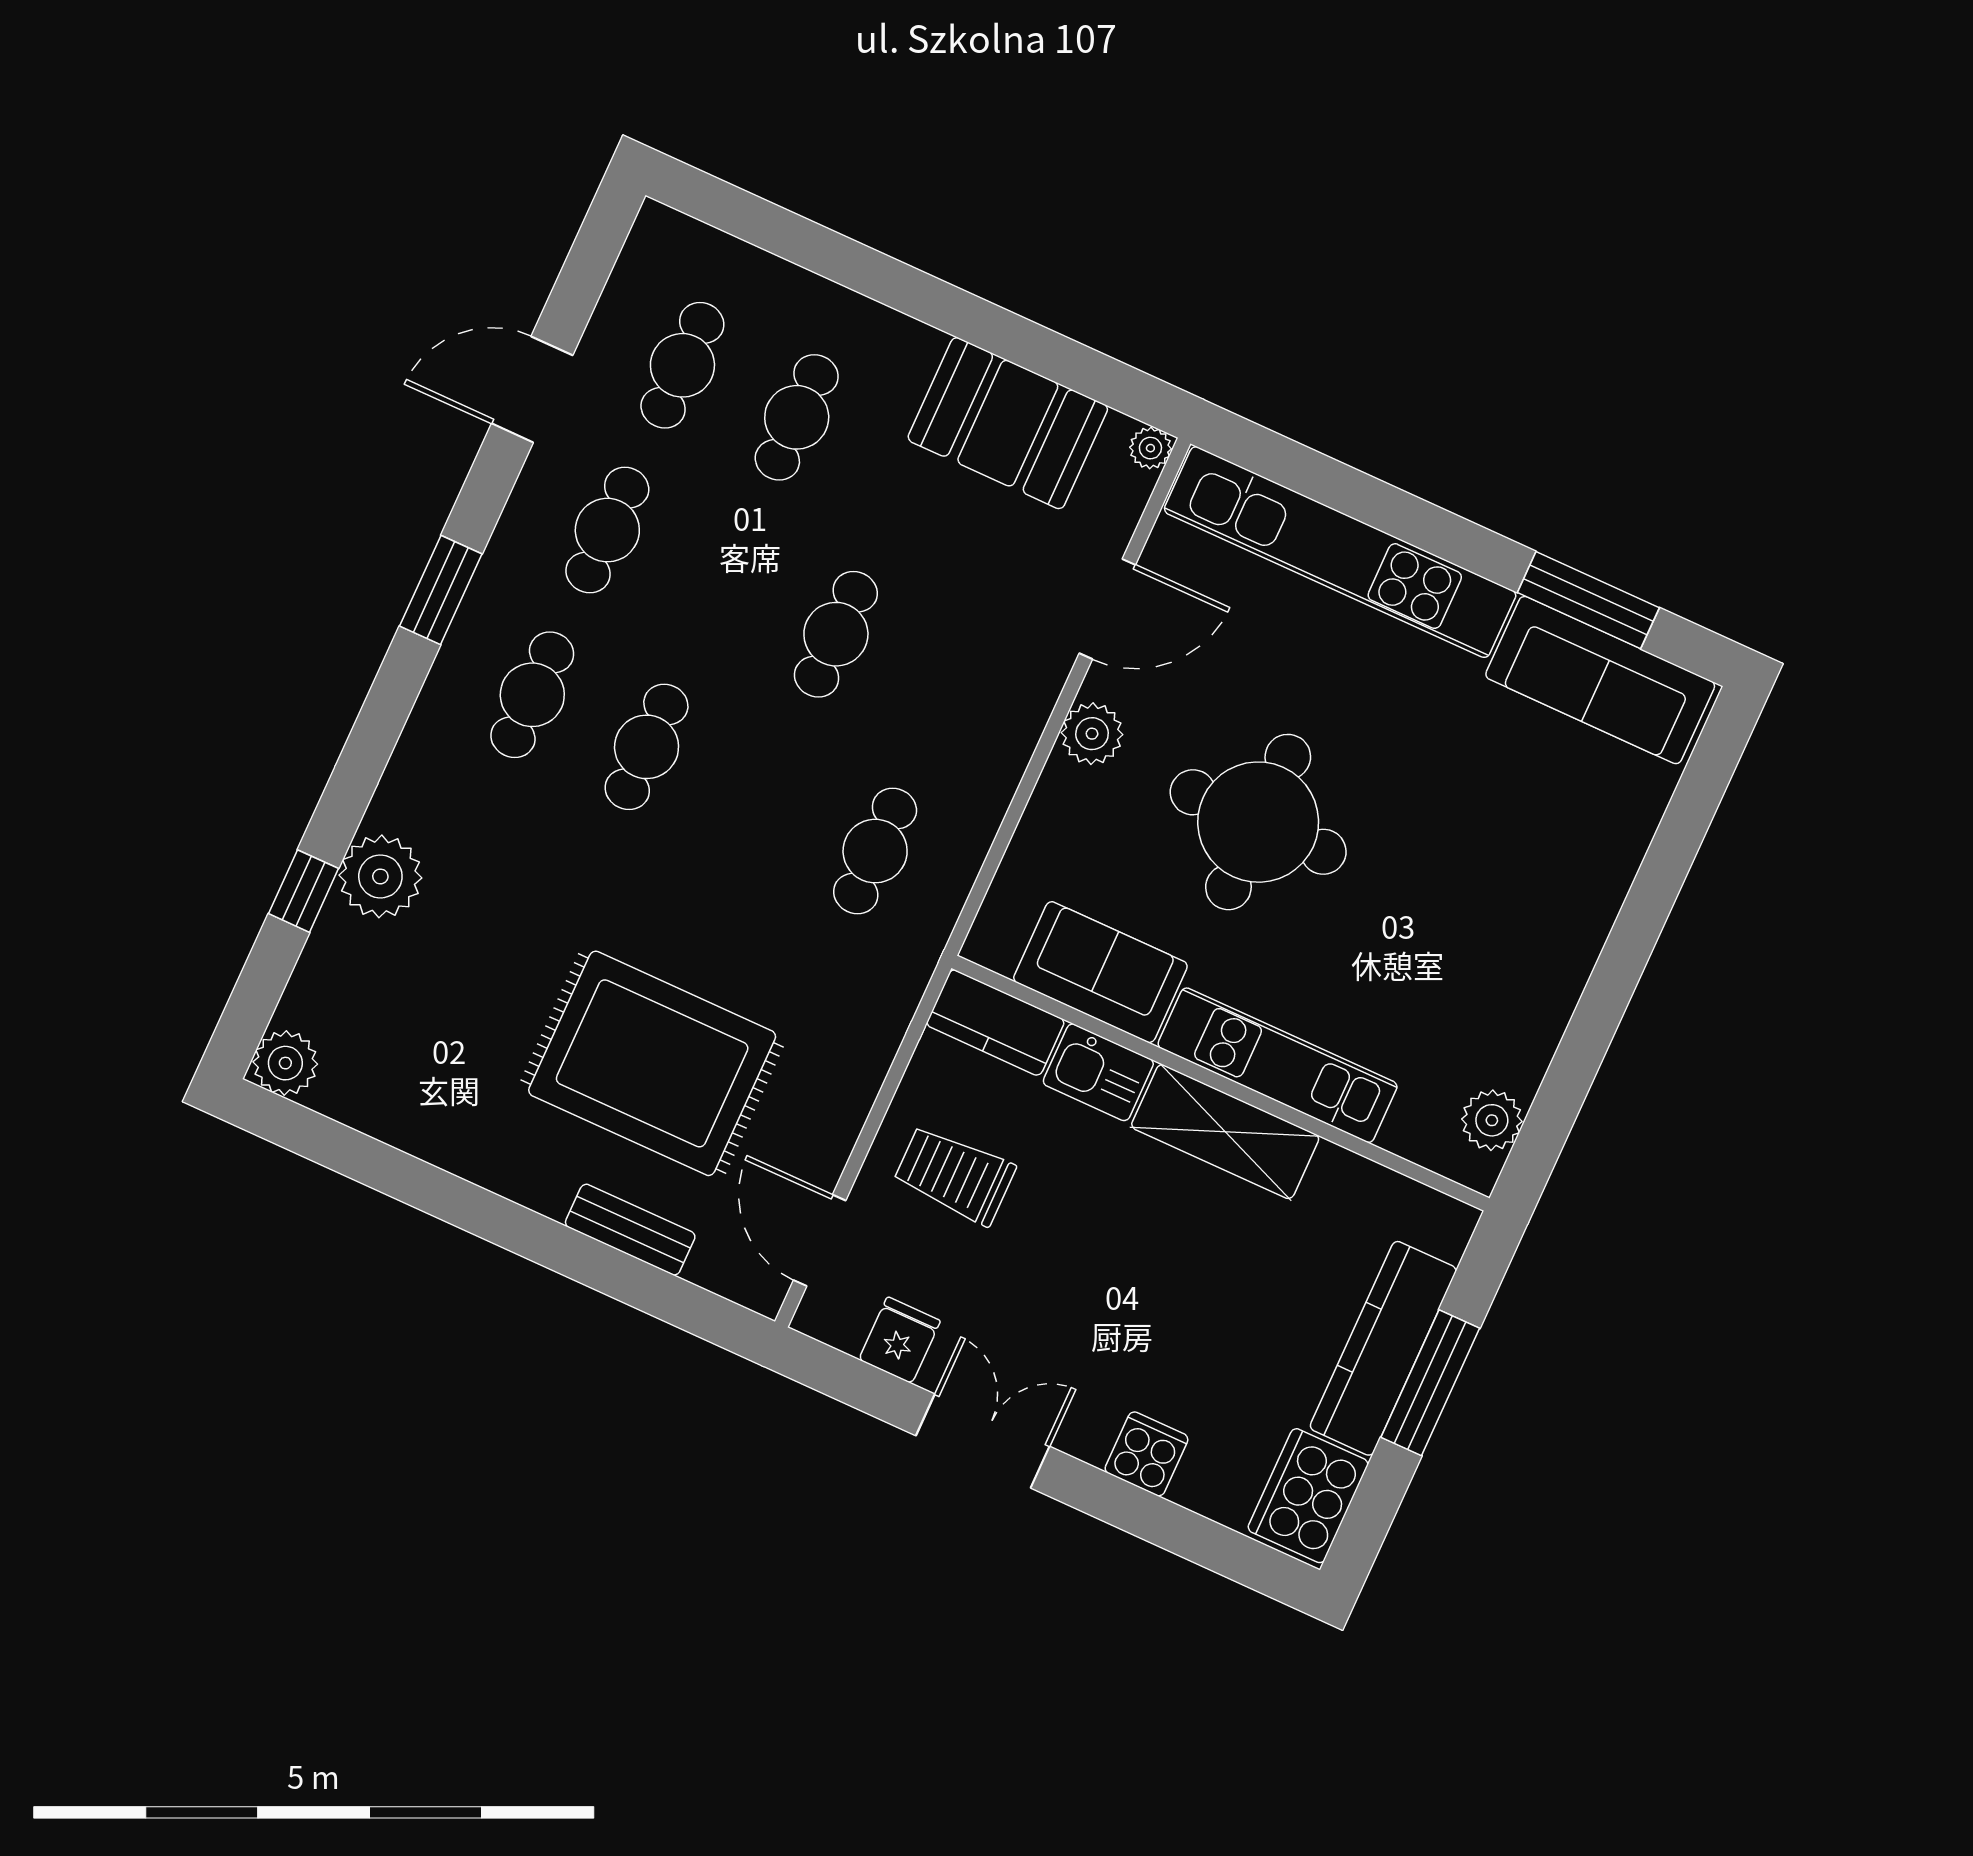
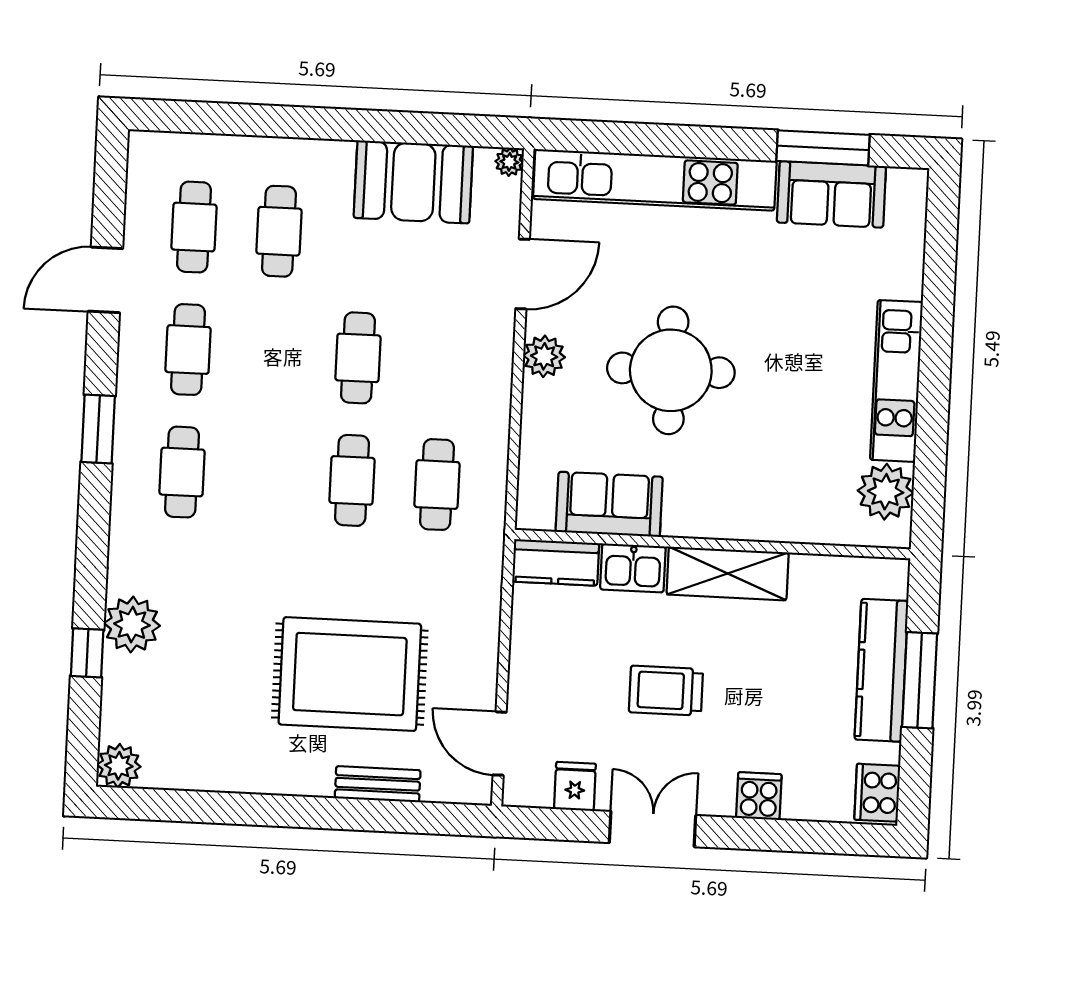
sofa: (1600, 680) -> (831, 194), width x0.73
cafe table: (647, 747) -> (352, 480), moved
kitchen unit: (1278, 1065) -> (896, 381), moved, turned -90
plant: (1492, 1120) -> (886, 492), width x1.36, depth x1.36
trolley: (955, 1175) -> (666, 691), moved
cooker: (1308, 1496) -> (877, 793), width x0.73, depth x0.76

